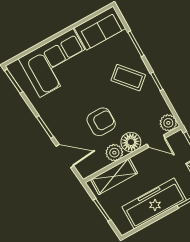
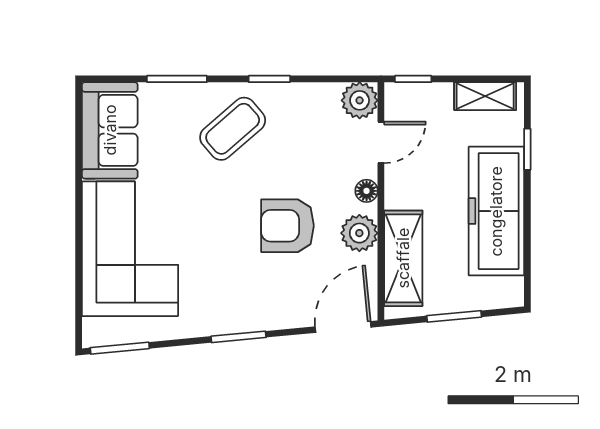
armchair: (101, 122) -> (287, 226), turned -90
floor lamp: (131, 142) -> (367, 191), width x0.53, depth x0.53
door: (65, 156) -> (343, 327), moved

